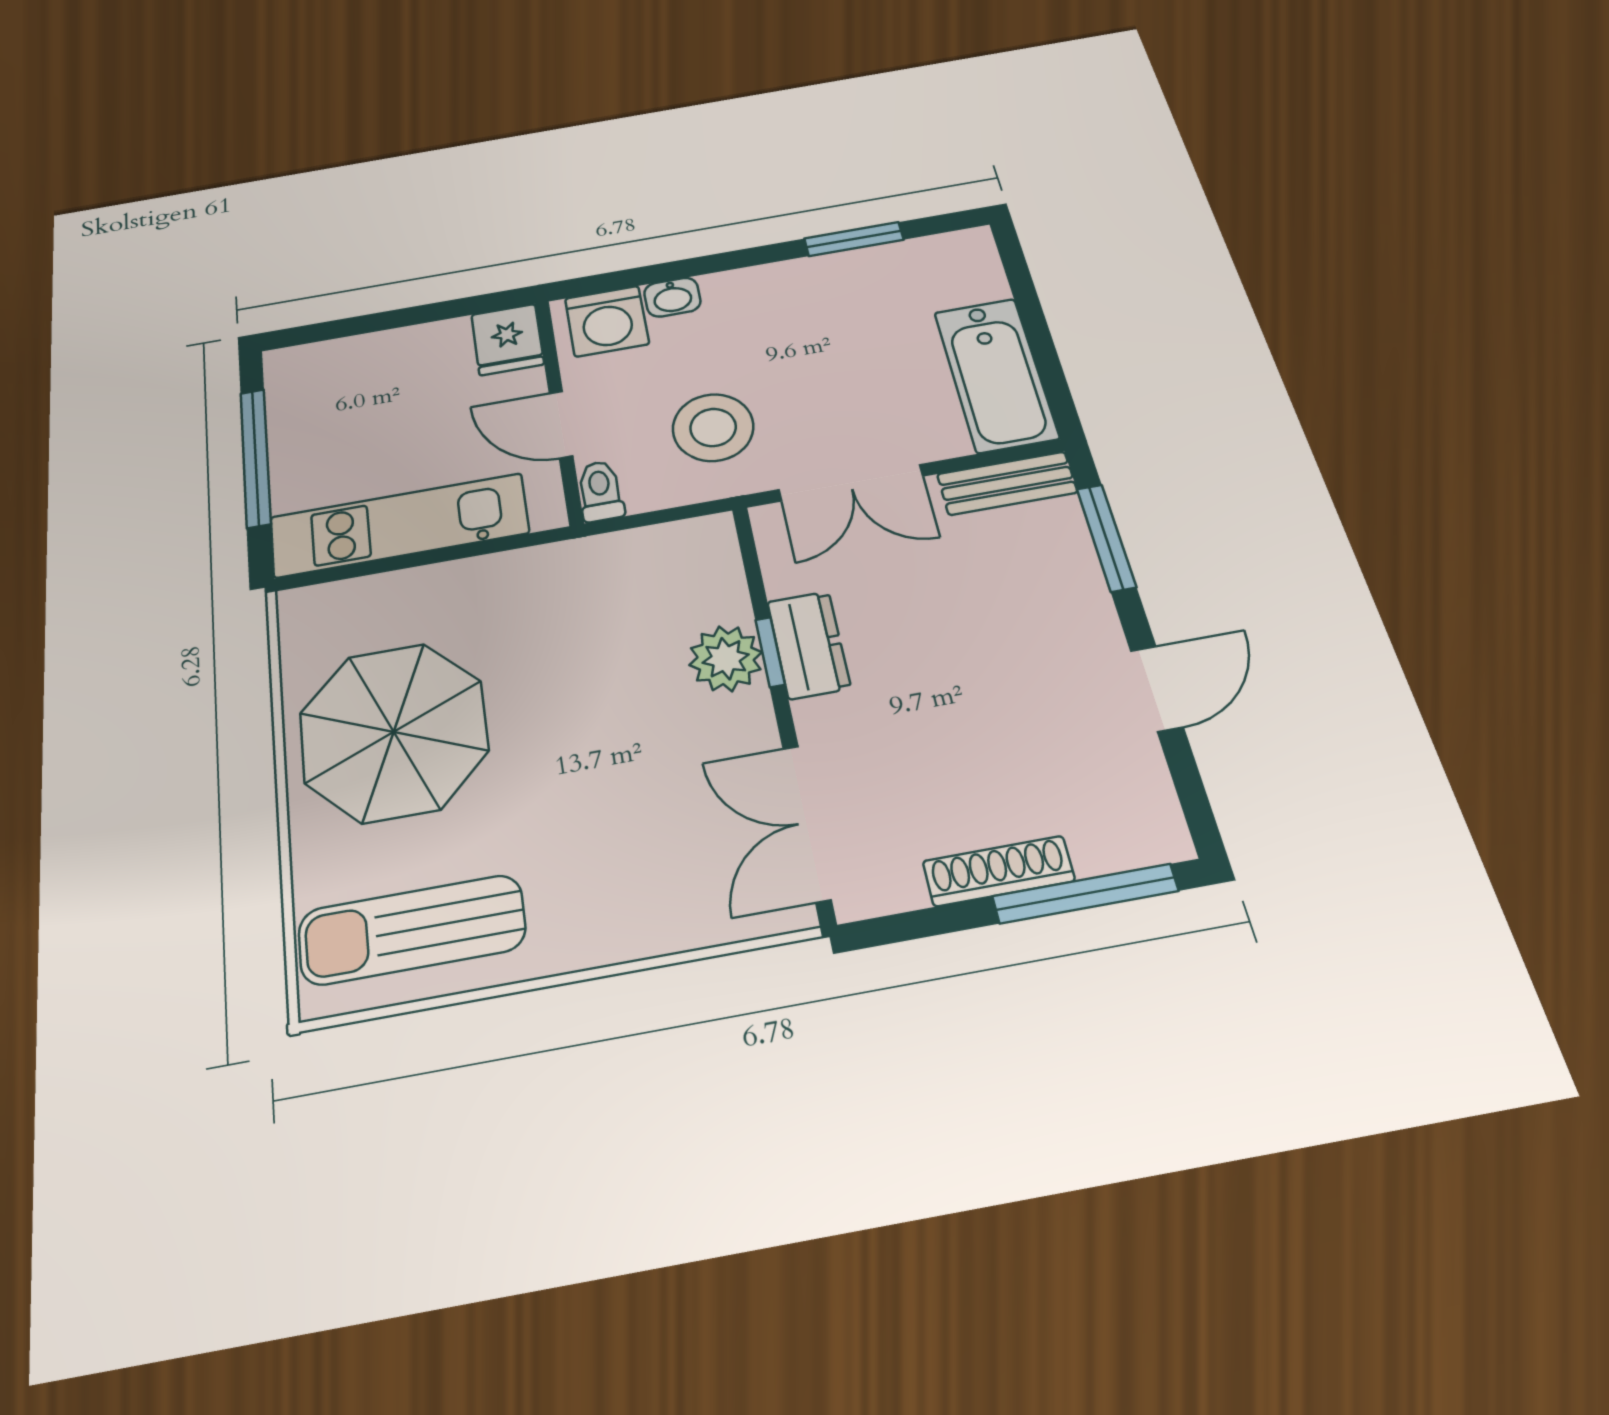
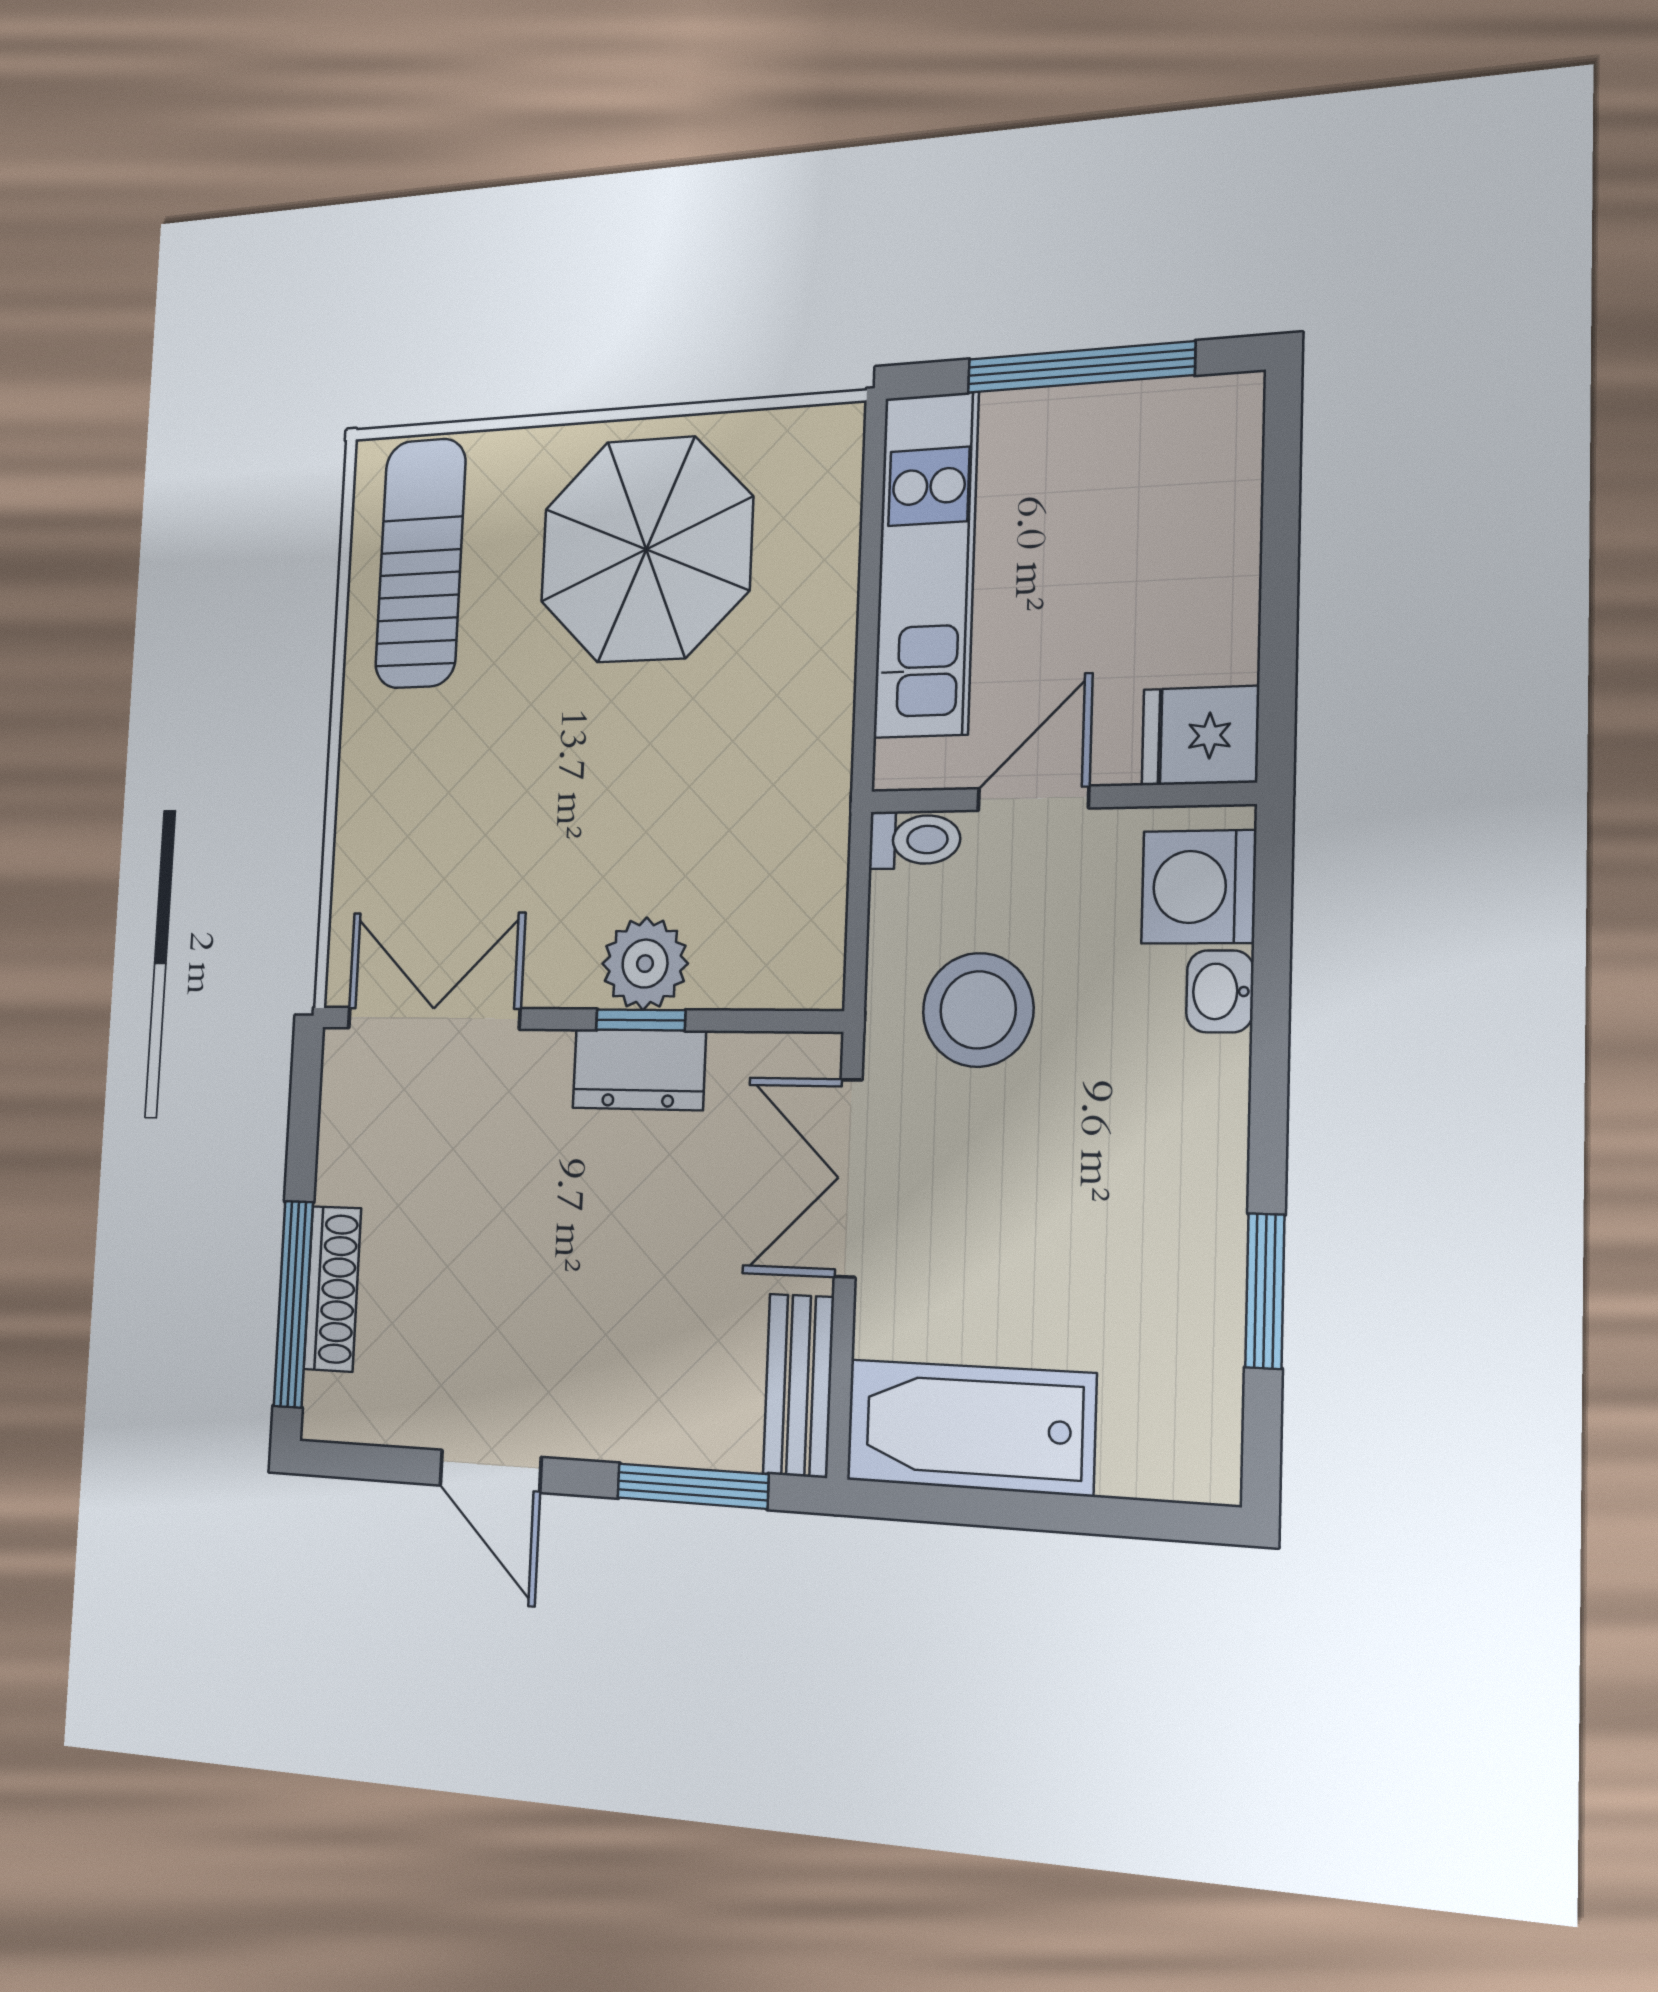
shoe rack: (999, 871) -> (332, 1289), moved

